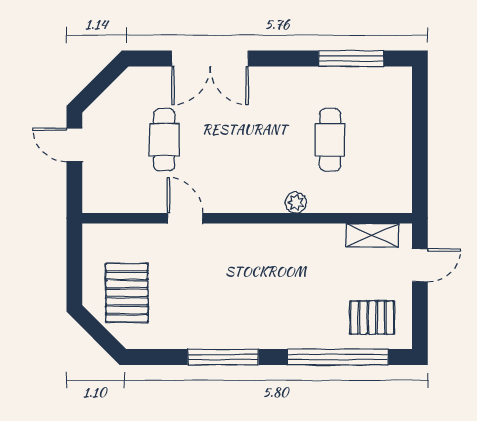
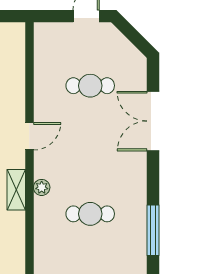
door: (185, 218) -> (29, 136), moved
shelving: (373, 235) -> (16, 190), moved

